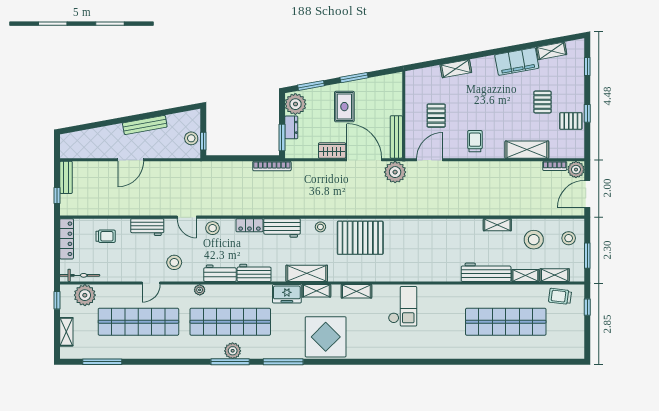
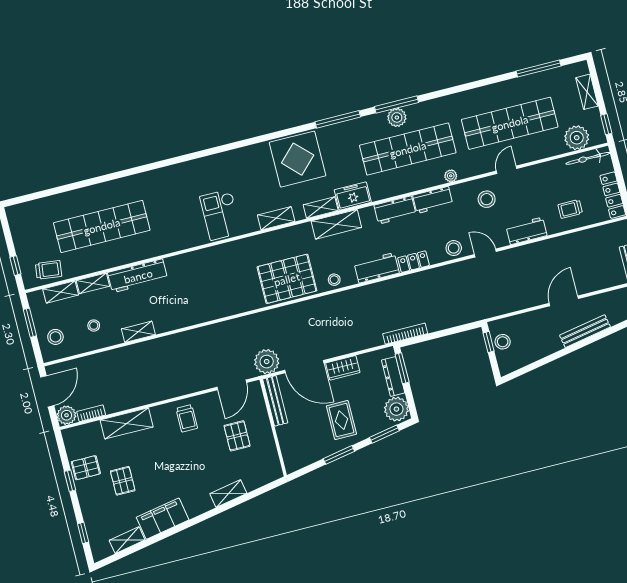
bench: (145, 125) -> (585, 331), moved
dresser: (291, 127) -> (393, 376), width x1.44
stool: (534, 240) -> (94, 326), width x0.53, depth x0.53

